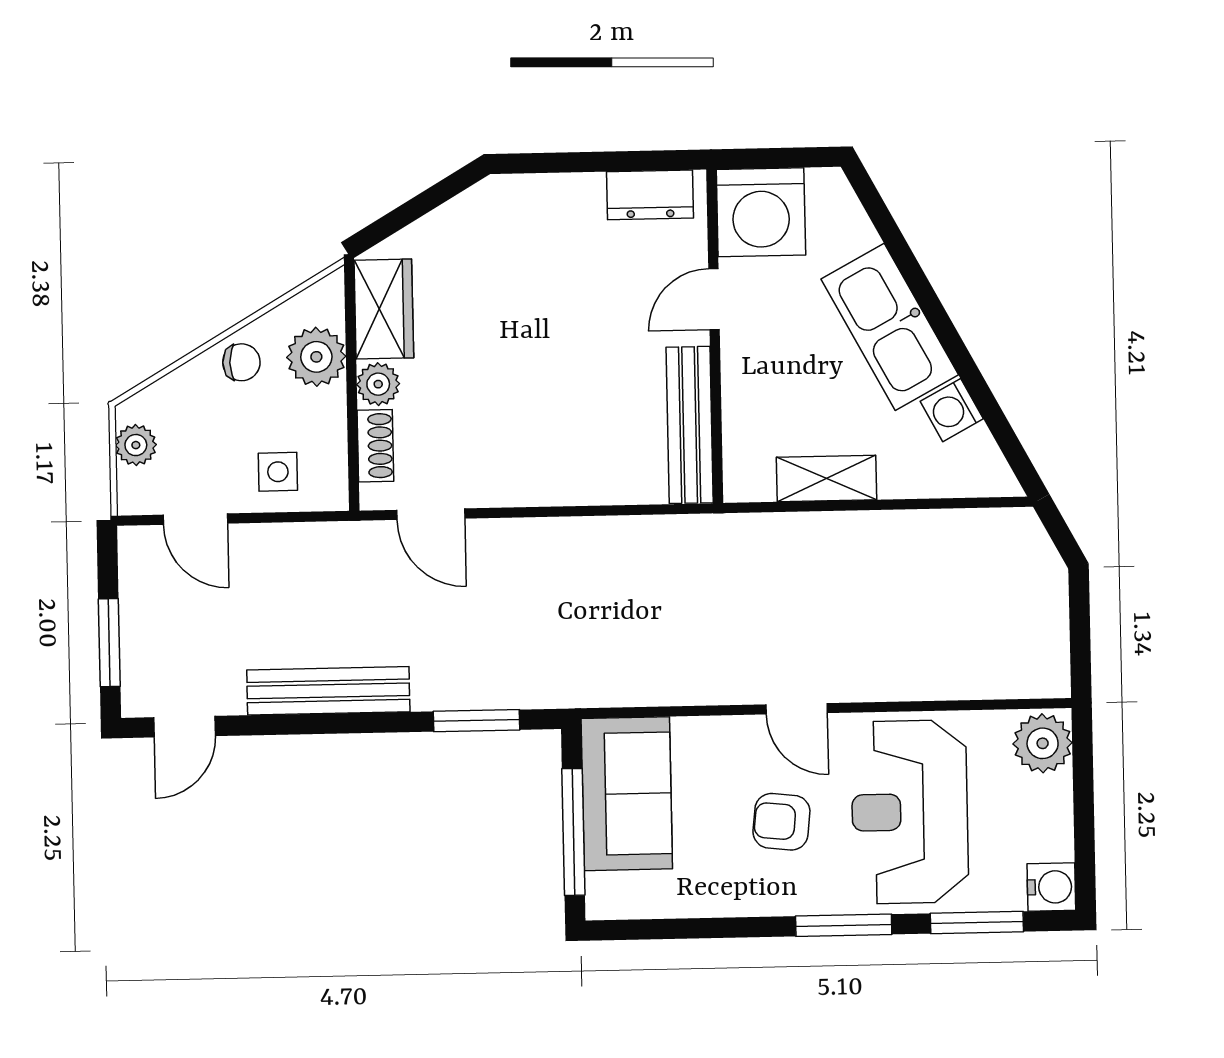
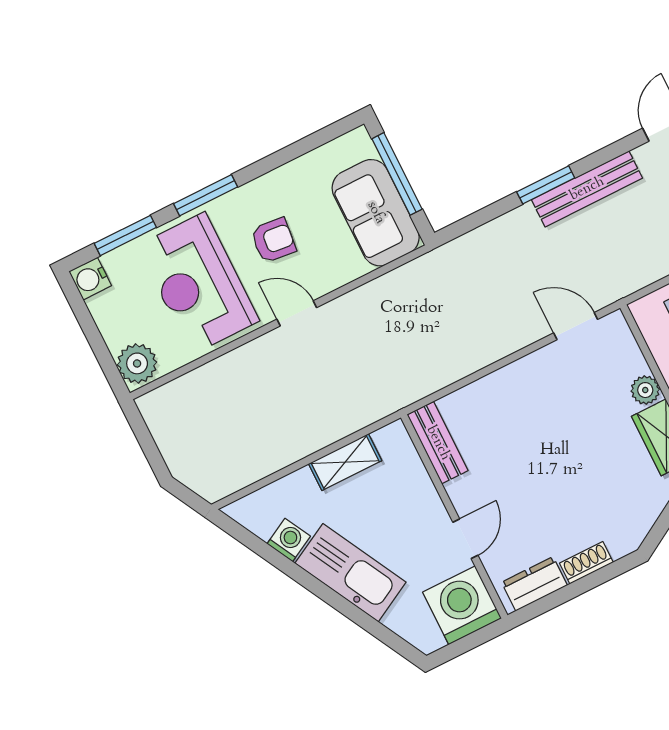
bench: (690, 425) -> (438, 443), width x0.73
shoe rack: (375, 446) -> (586, 563), moved, turned 90
window: (476, 721) -> (546, 185), moved
reception desk: (910, 812) -> (198, 283), turned 180

